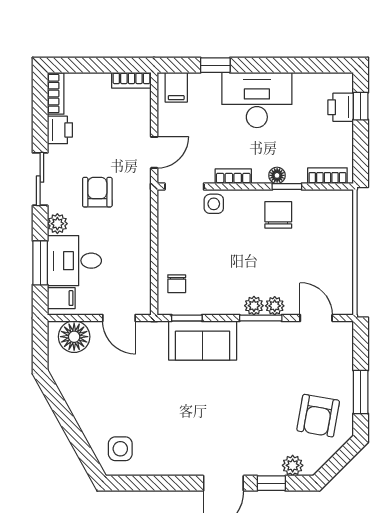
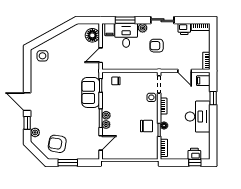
door: (154, 152) -> (185, 71), moved
armchair: (97, 192) -> (157, 46), turned 180

